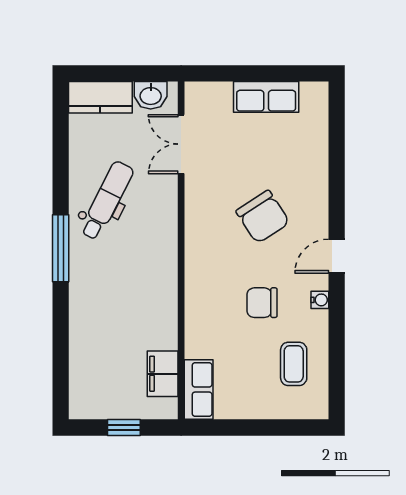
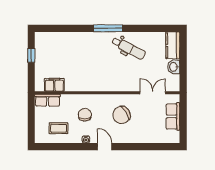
double door: (181, 144) -> (153, 93), moved
wall: (181, 250) -> (107, 93), moved
filing cabinet: (163, 374) -> (54, 85), moved
row of seats: (199, 390) -> (48, 100), moved

